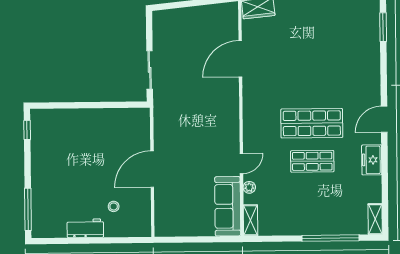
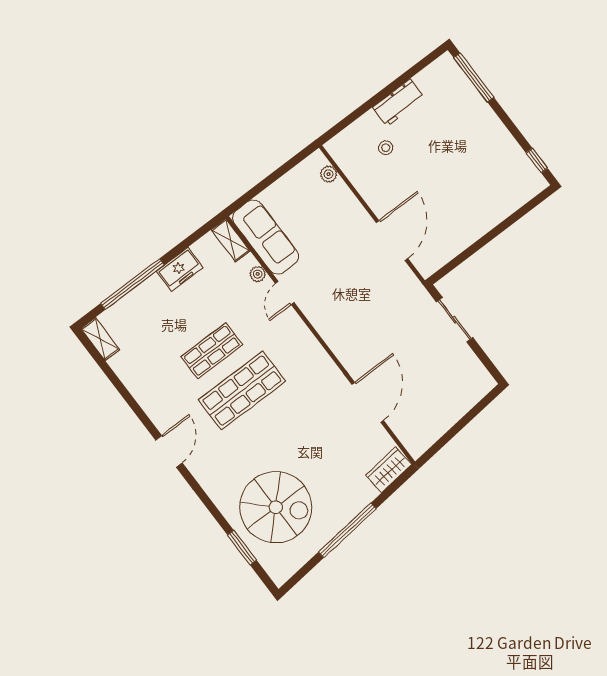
spiral stairs: (344, 37) -> (276, 507), added
freezer: (372, 160) -> (180, 269), moved, turned 90
door: (152, 169) -> (392, 241), moved
plant: (161, 216) -> (329, 174), added

